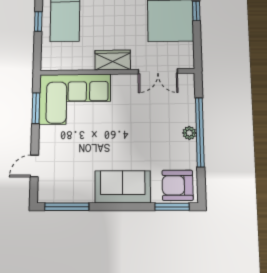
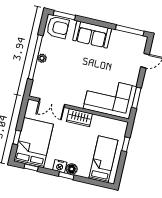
window: (38, 21) -> (126, 144), moved
double door: (158, 71) -> (52, 103), swing flipped

